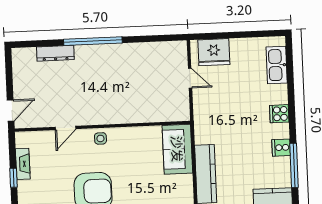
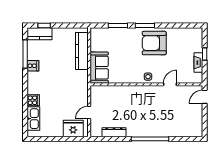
dresser: (55, 53) -> (114, 132), moved
door: (190, 78) -> (89, 113), hinge flipped
cooker: (279, 114) -> (33, 100), moved

